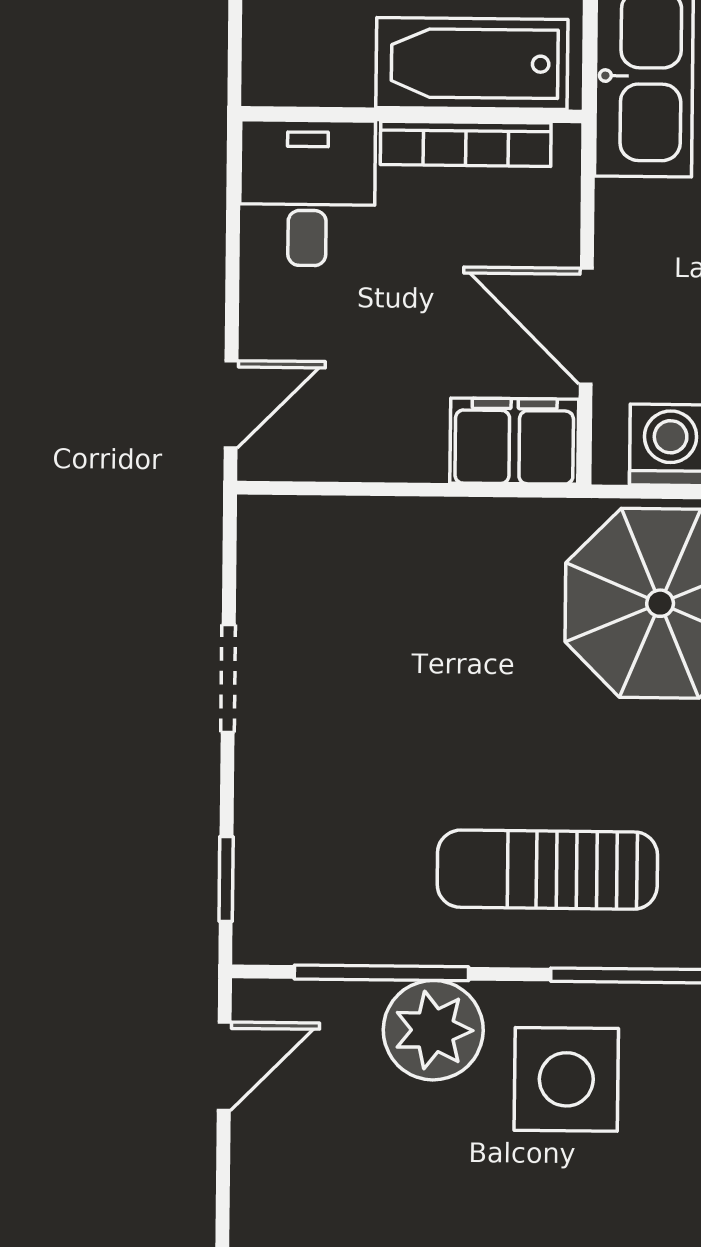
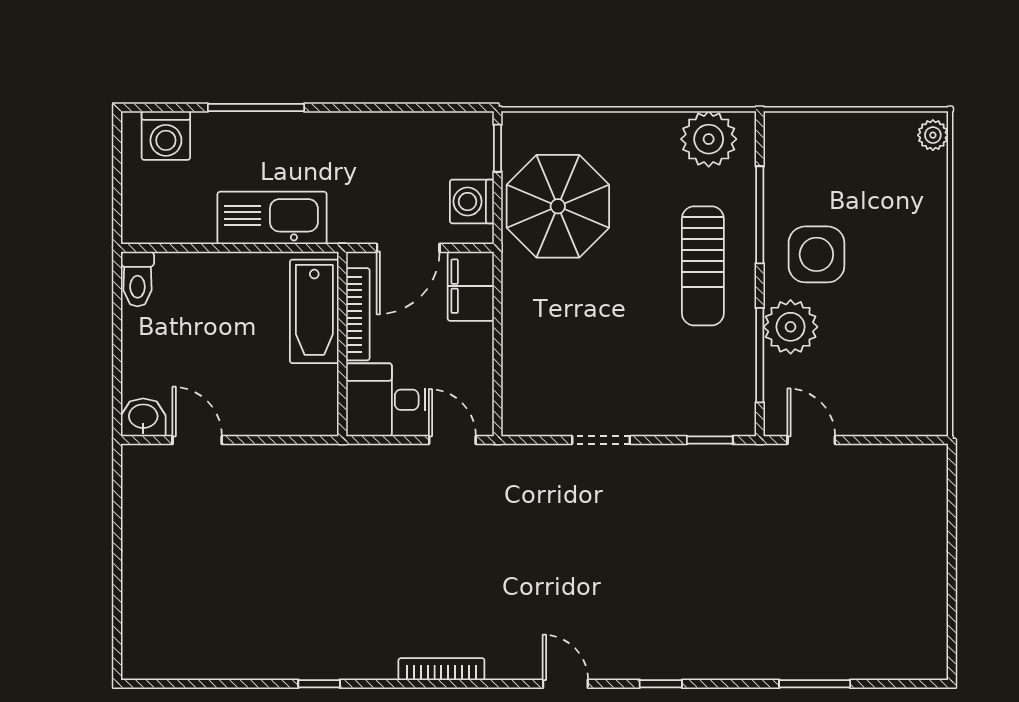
bathtub: (472, 63) -> (314, 311), moved
wall: (411, 115) -> (342, 344), moved
bookcase: (466, 144) -> (358, 314), moved
desk: (307, 193) -> (385, 400), moved

